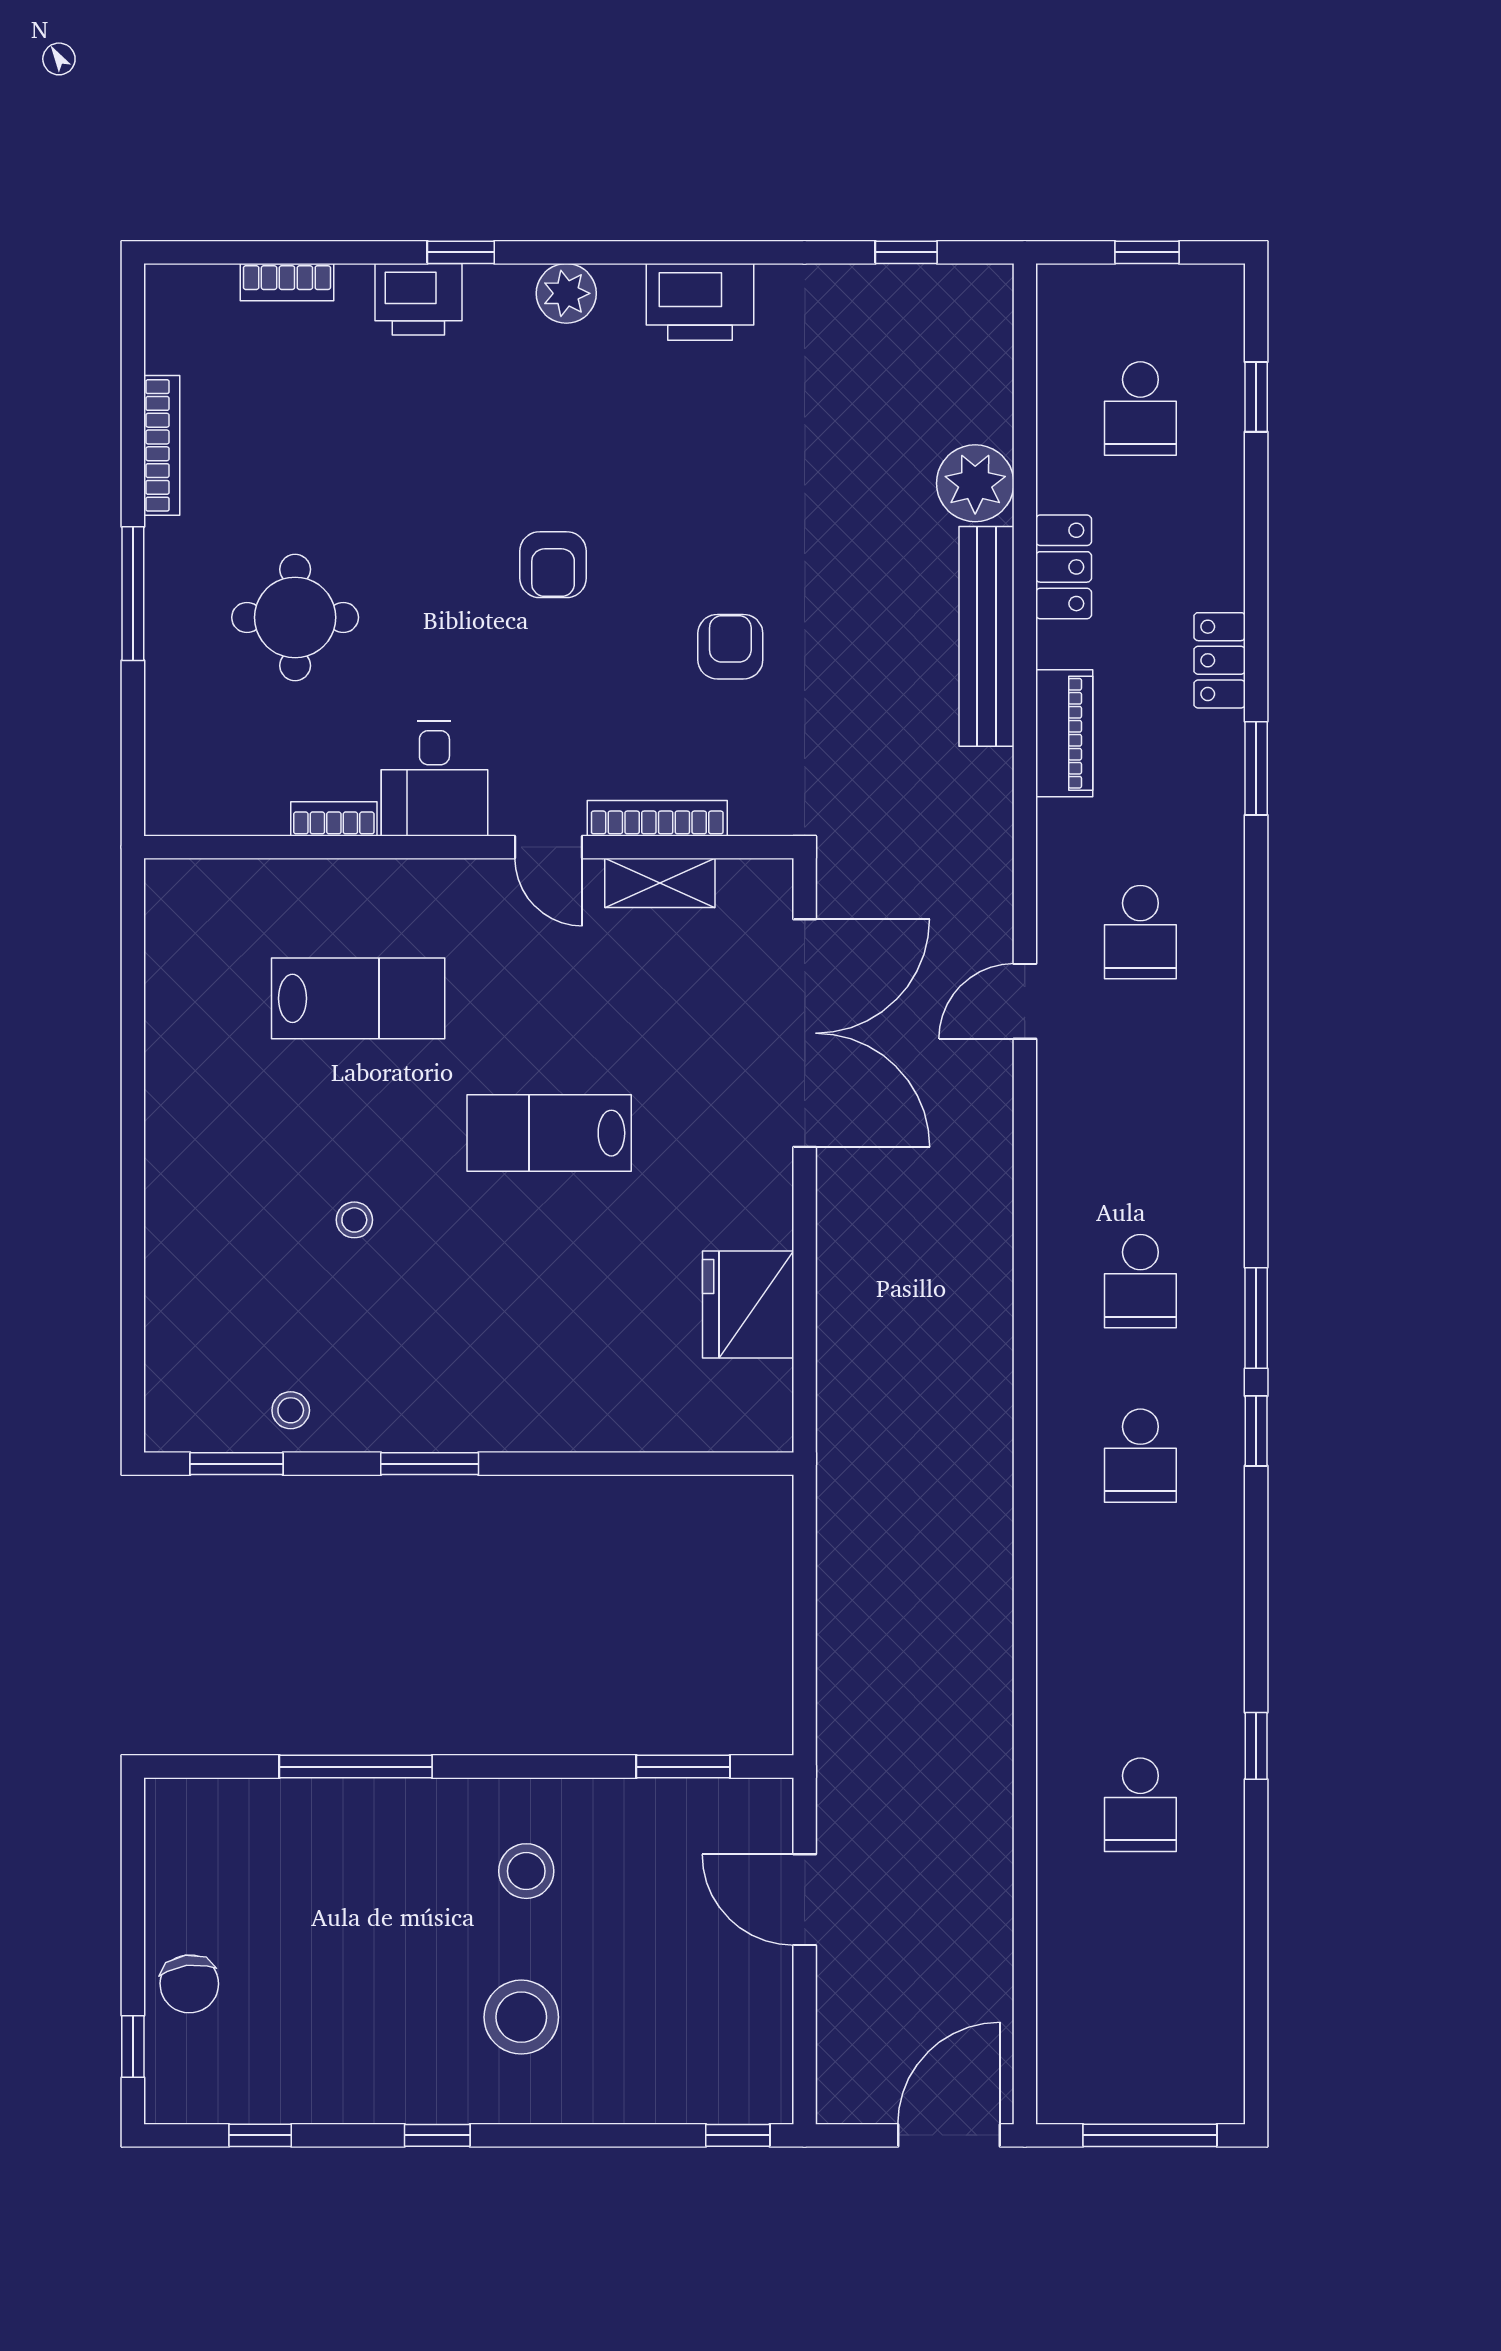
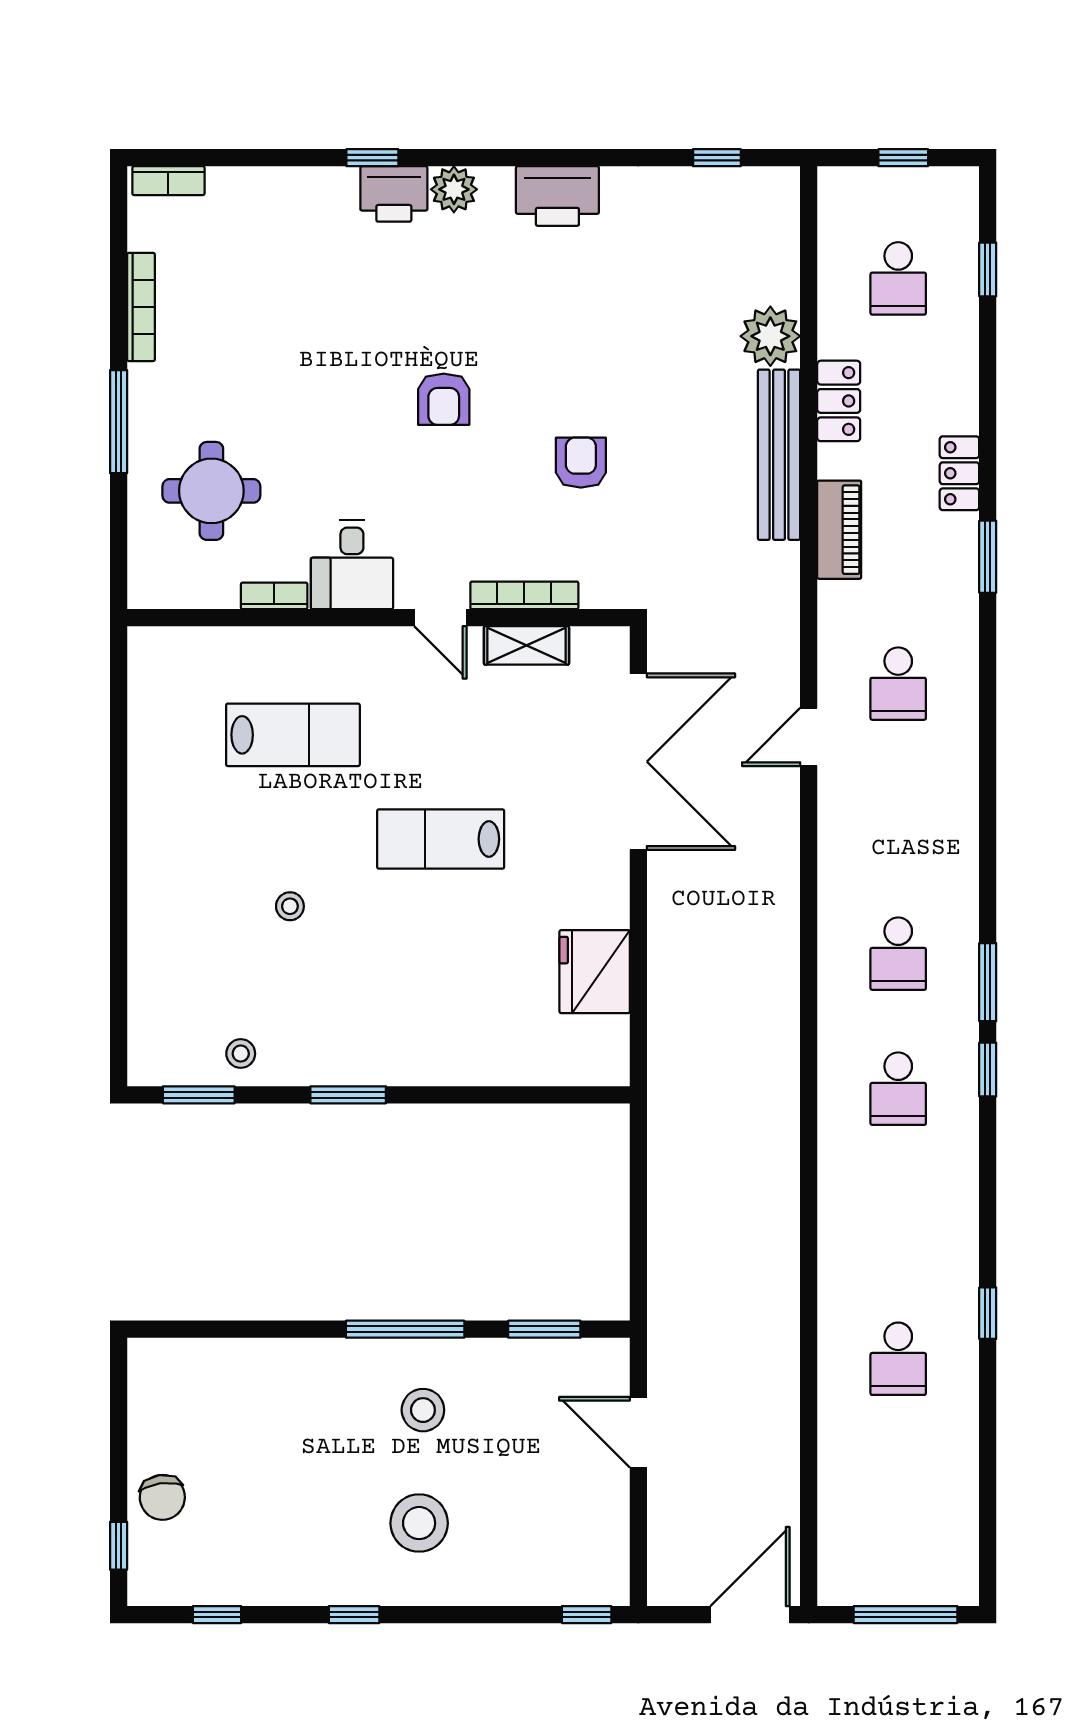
bookcase: (287, 282) -> (168, 181), moved
printer: (418, 299) -> (394, 194), moved
round table: (295, 617) -> (211, 491), moved
window: (356, 1767) -> (405, 1329), moved

